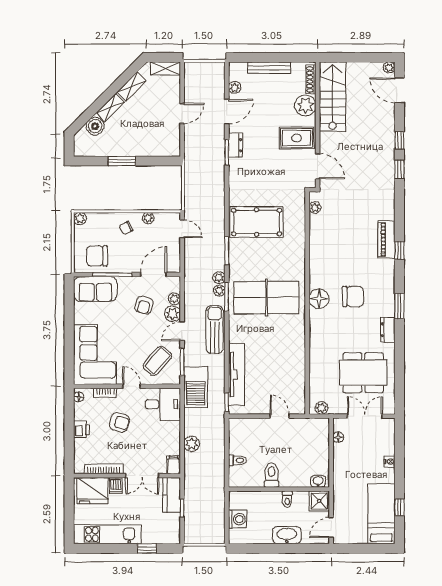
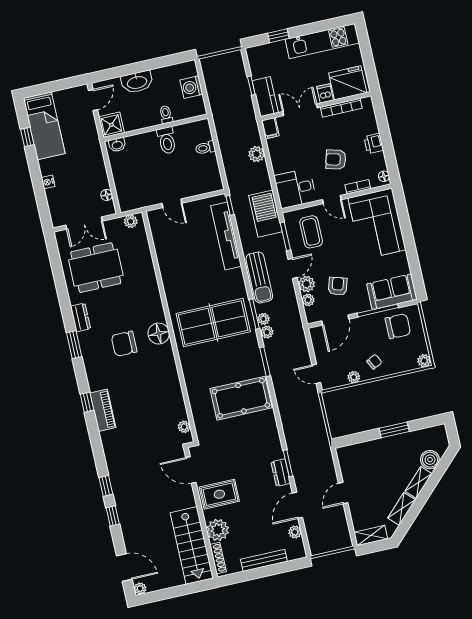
coffee table: (157, 361) -> (311, 232), turned -41
toilet: (287, 499) -> (166, 115), moved

